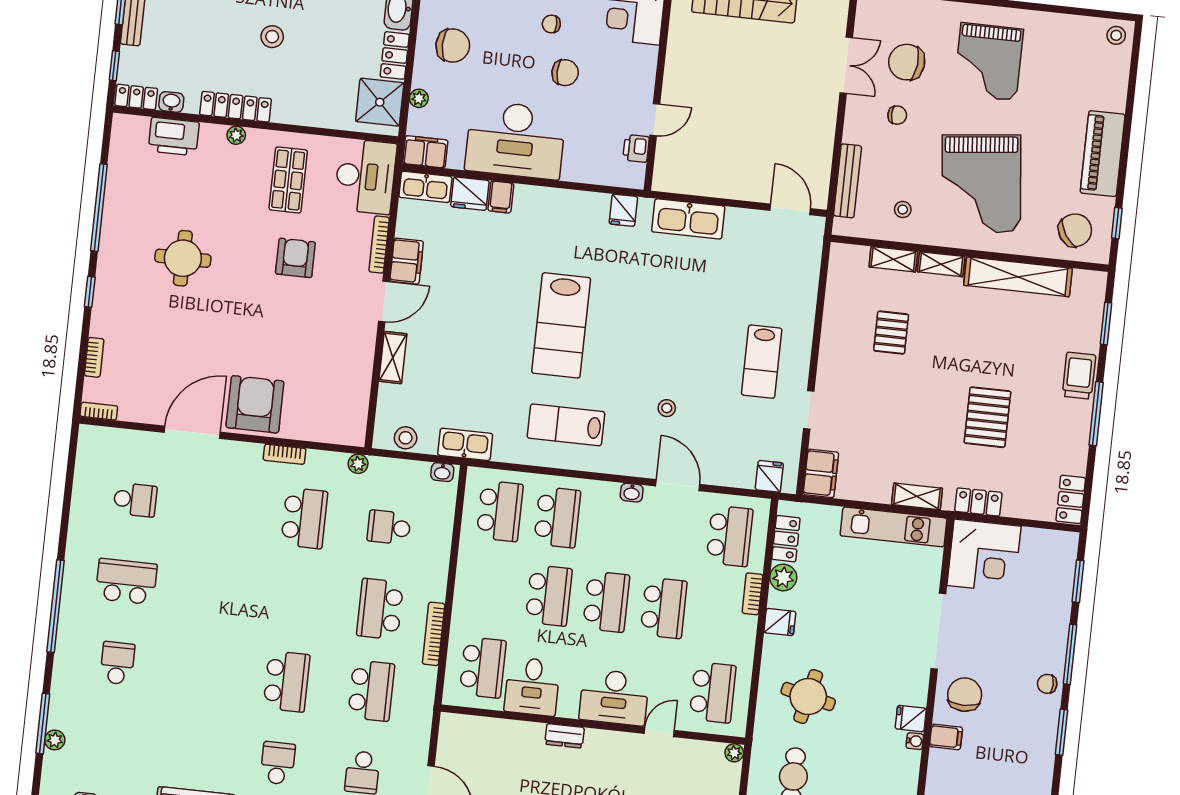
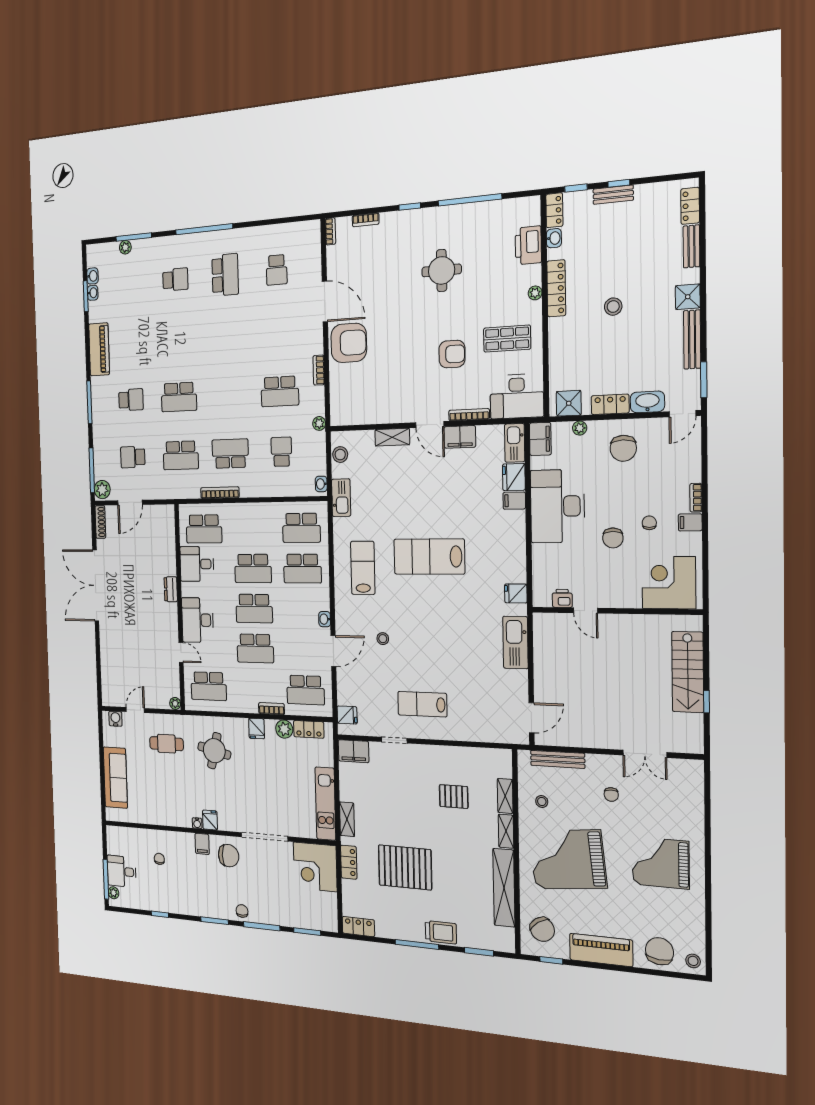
chair: (907, 62) -> (659, 951), moved
shower: (380, 102) -> (569, 403), width x0.73, depth x0.73
pallet: (987, 417) -> (405, 867), width x1.37, depth x1.41

